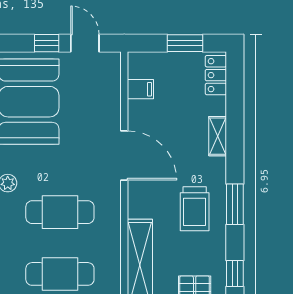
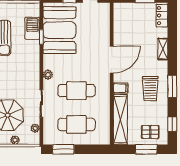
filing cabinet: (140, 89) -> (121, 88), moved
door: (124, 155) -> (112, 60), hinge flipped

